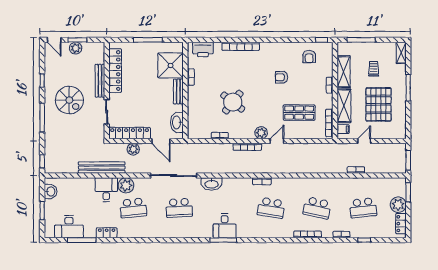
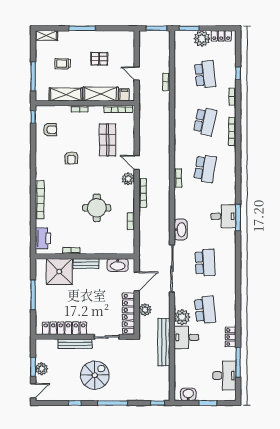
round table: (233, 102) -> (97, 208), turned -38
pallet: (379, 104) -> (99, 59), width x0.49, depth x0.50

